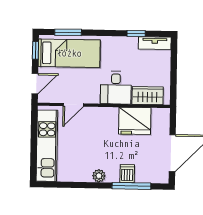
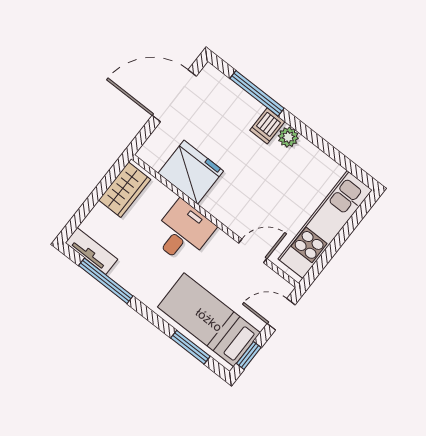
window: (136, 34) -> (106, 281), width x2.17
wardrobe: (148, 96) -> (125, 190), moved, turned -90
dishwasher: (127, 174) -> (267, 126), moved

